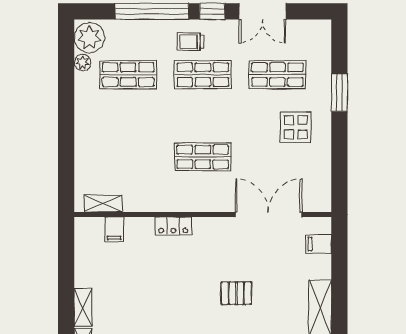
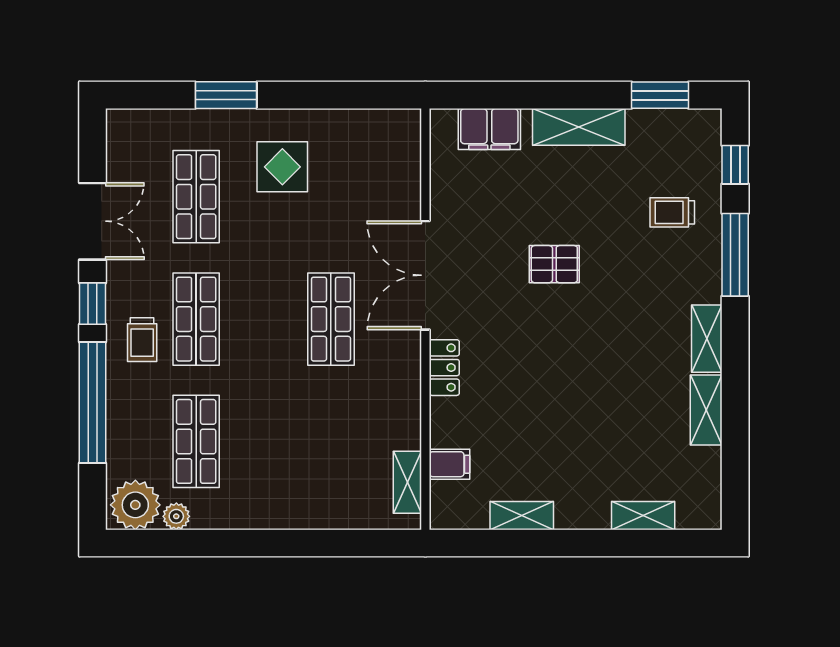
double door: (268, 215) -> (425, 275), moved
filing cabinet: (319, 244) -> (489, 129), width x2.00
pallet: (236, 293) -> (554, 264), turned 90
shelving: (83, 307) -> (522, 516), moved

